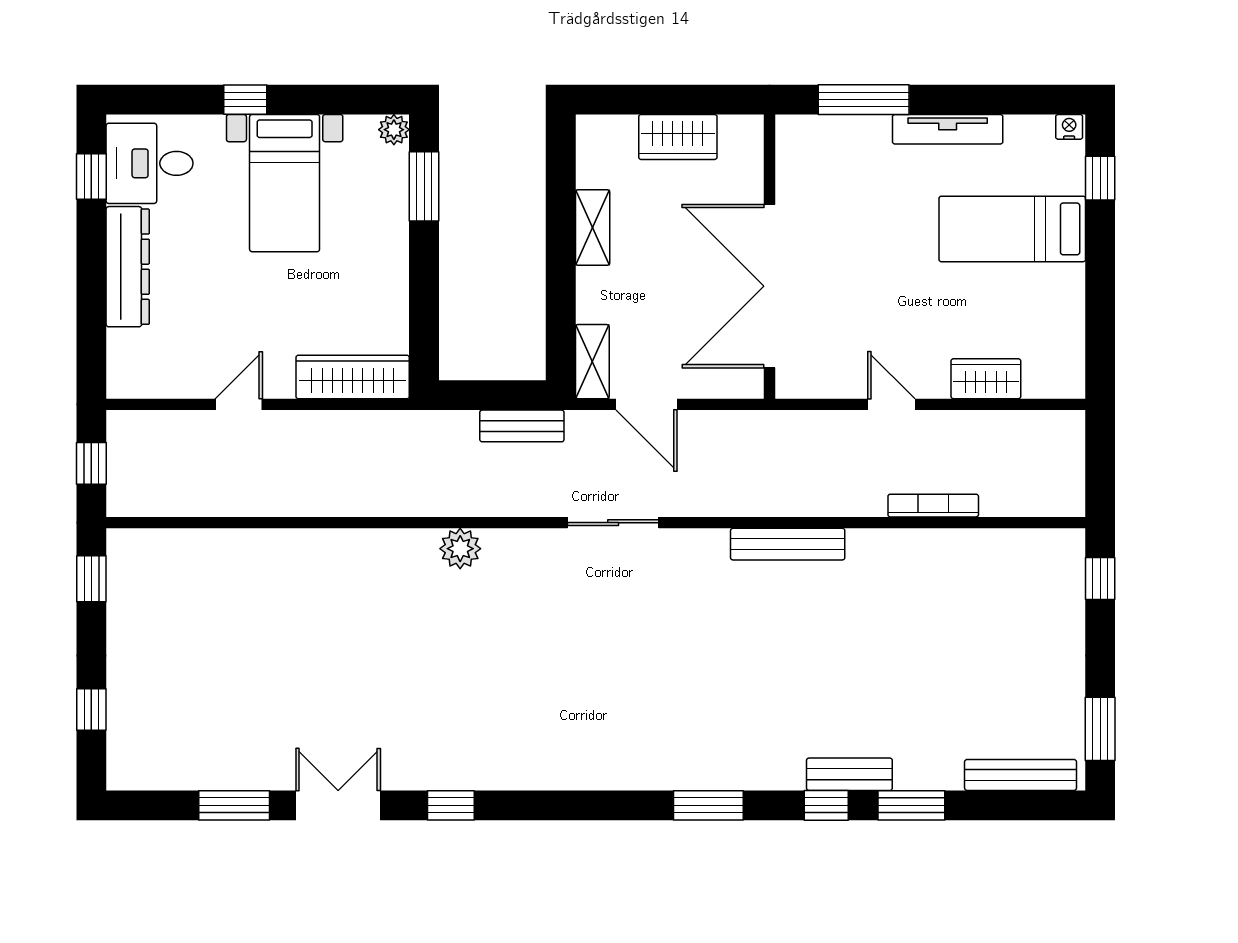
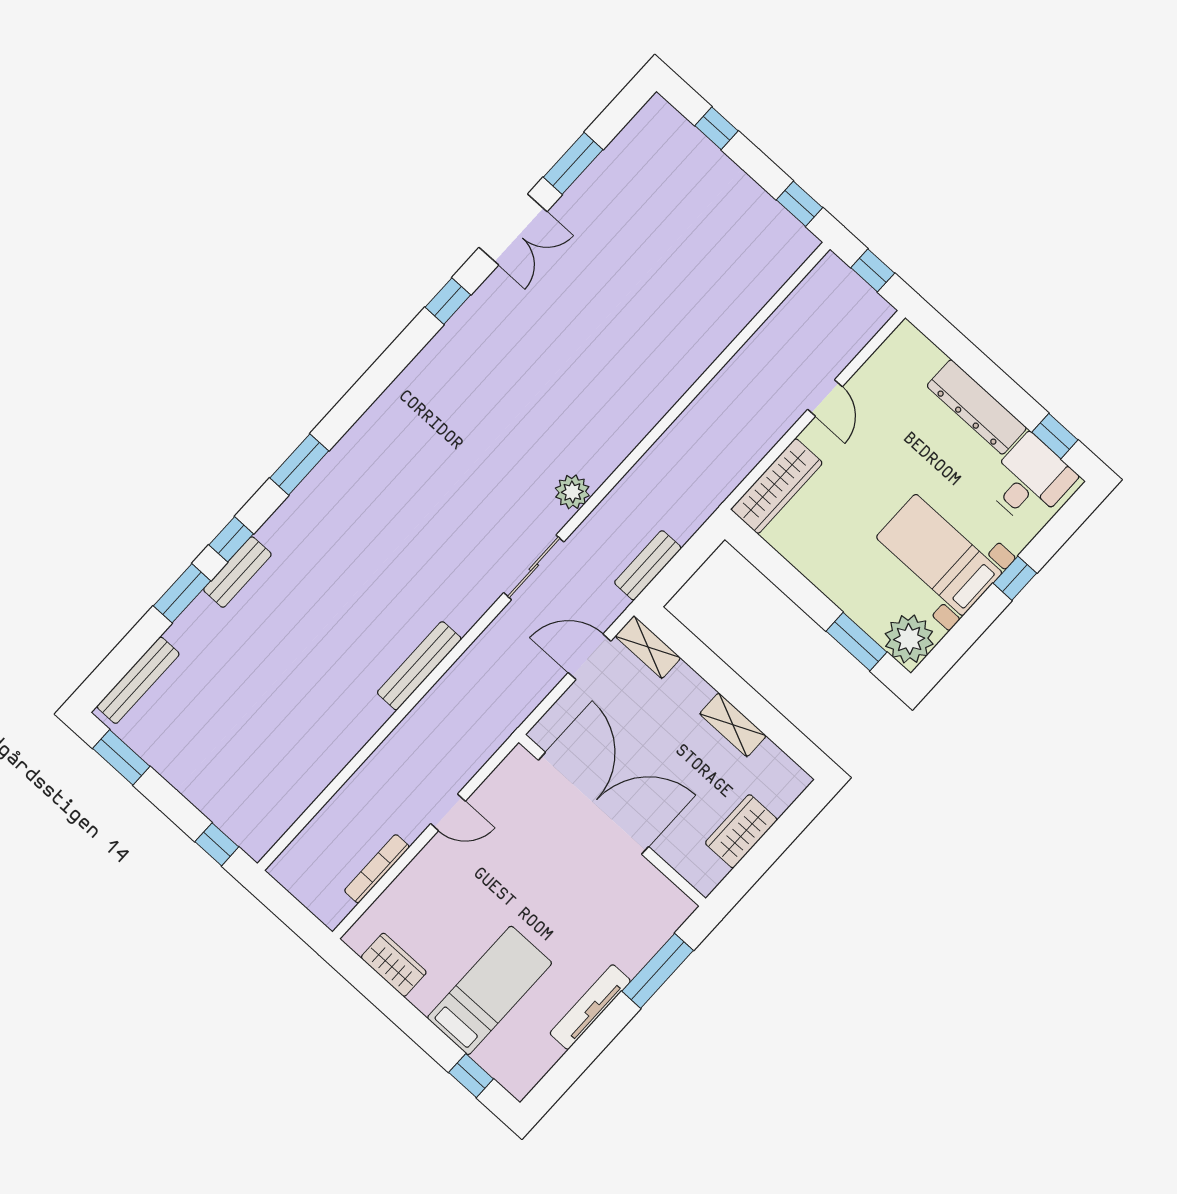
nightstand: (1069, 127) -> (522, 1086), removed
plant: (394, 130) -> (909, 639), width x1.87, depth x1.87
wardrobe: (986, 379) -> (394, 965), moved, turned -90
bookcase: (933, 506) -> (377, 869), moved, turned 180
plant: (460, 549) -> (572, 492), moved

